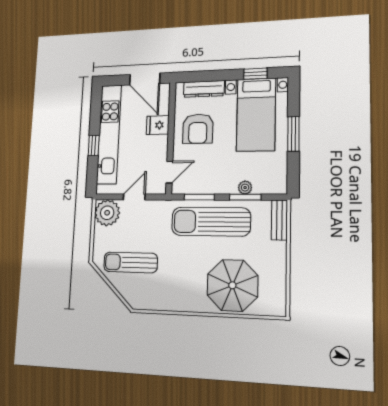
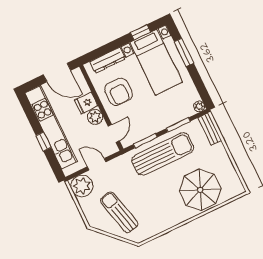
window: (293, 134) -> (184, 52), moved
plant: (159, 145) -> (95, 117), added
plant: (245, 188) -> (199, 106), moved
door: (134, 197) -> (97, 164), hinge flipped
sun lounger: (211, 222) -> (163, 154), turned 180
sun lounger: (131, 262) -> (119, 212), turned 76

